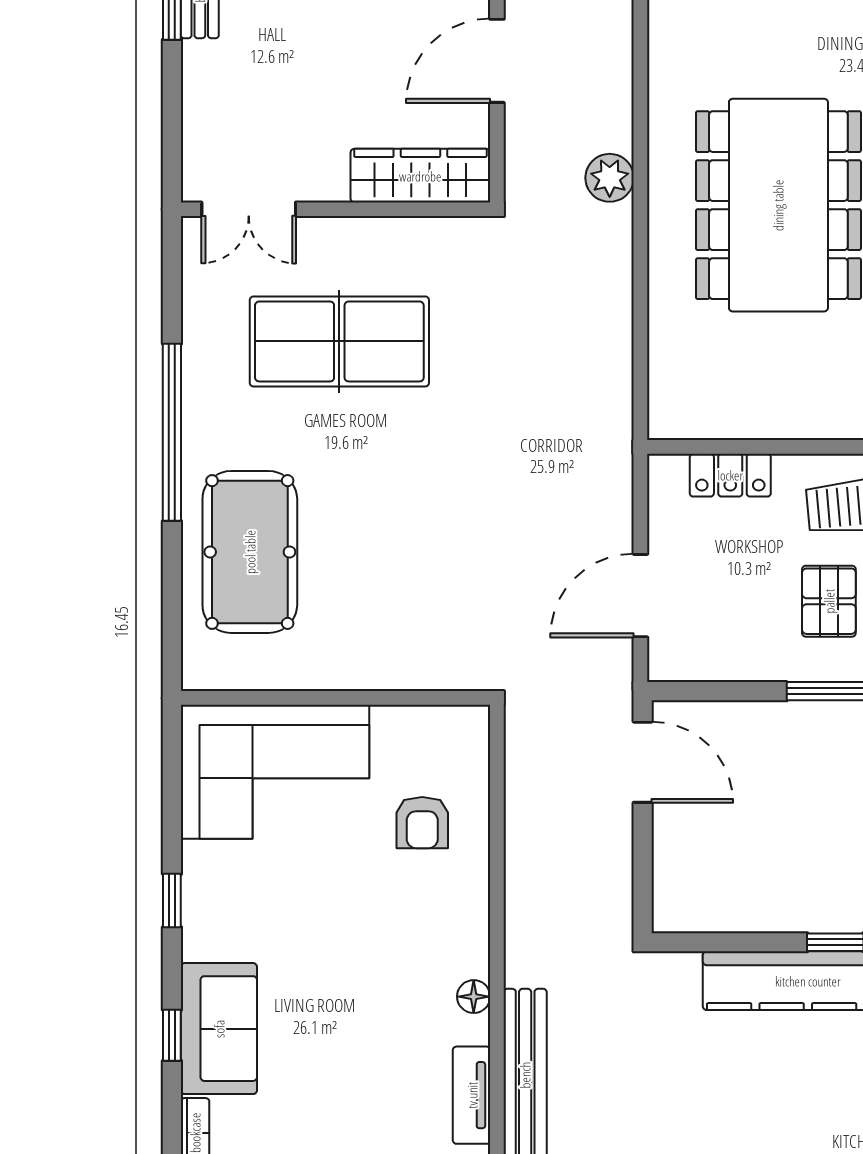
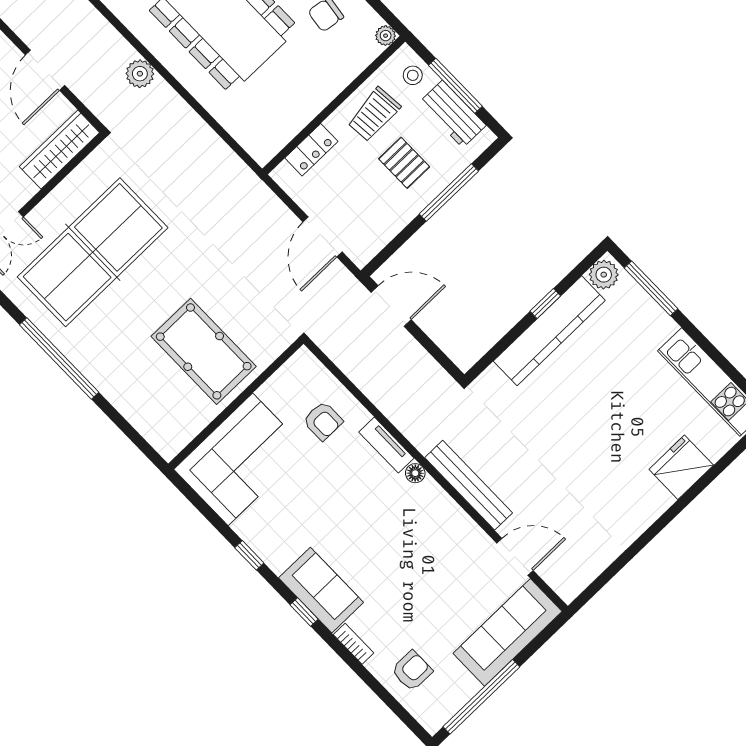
table tennis table: (339, 341) -> (93, 252), width x1.36, depth x1.32
pool table: (250, 552) -> (204, 351), moved
tv unit: (472, 1095) -> (386, 445), moved

